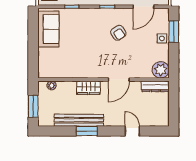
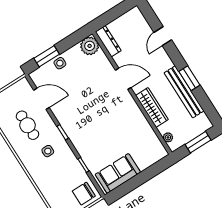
armchair: (118, 33) -> (80, 107), removed
wardrobe: (88, 88) -> (152, 107), width x1.50

